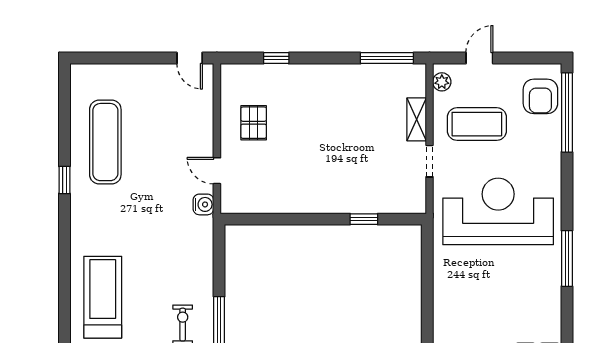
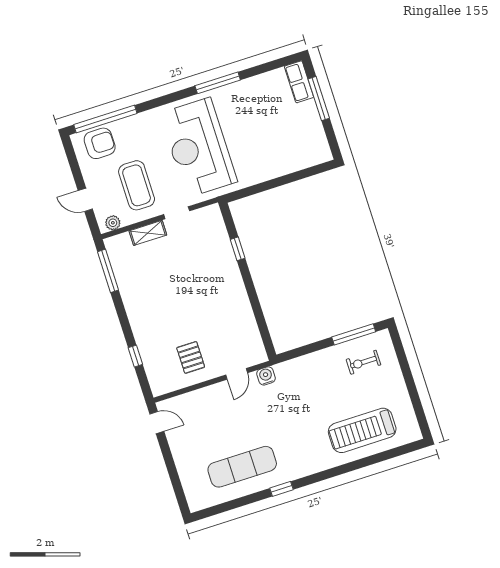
door: (190, 58) -> (157, 423), hinge flipped
pallet: (254, 123) -> (191, 357), turned 90

